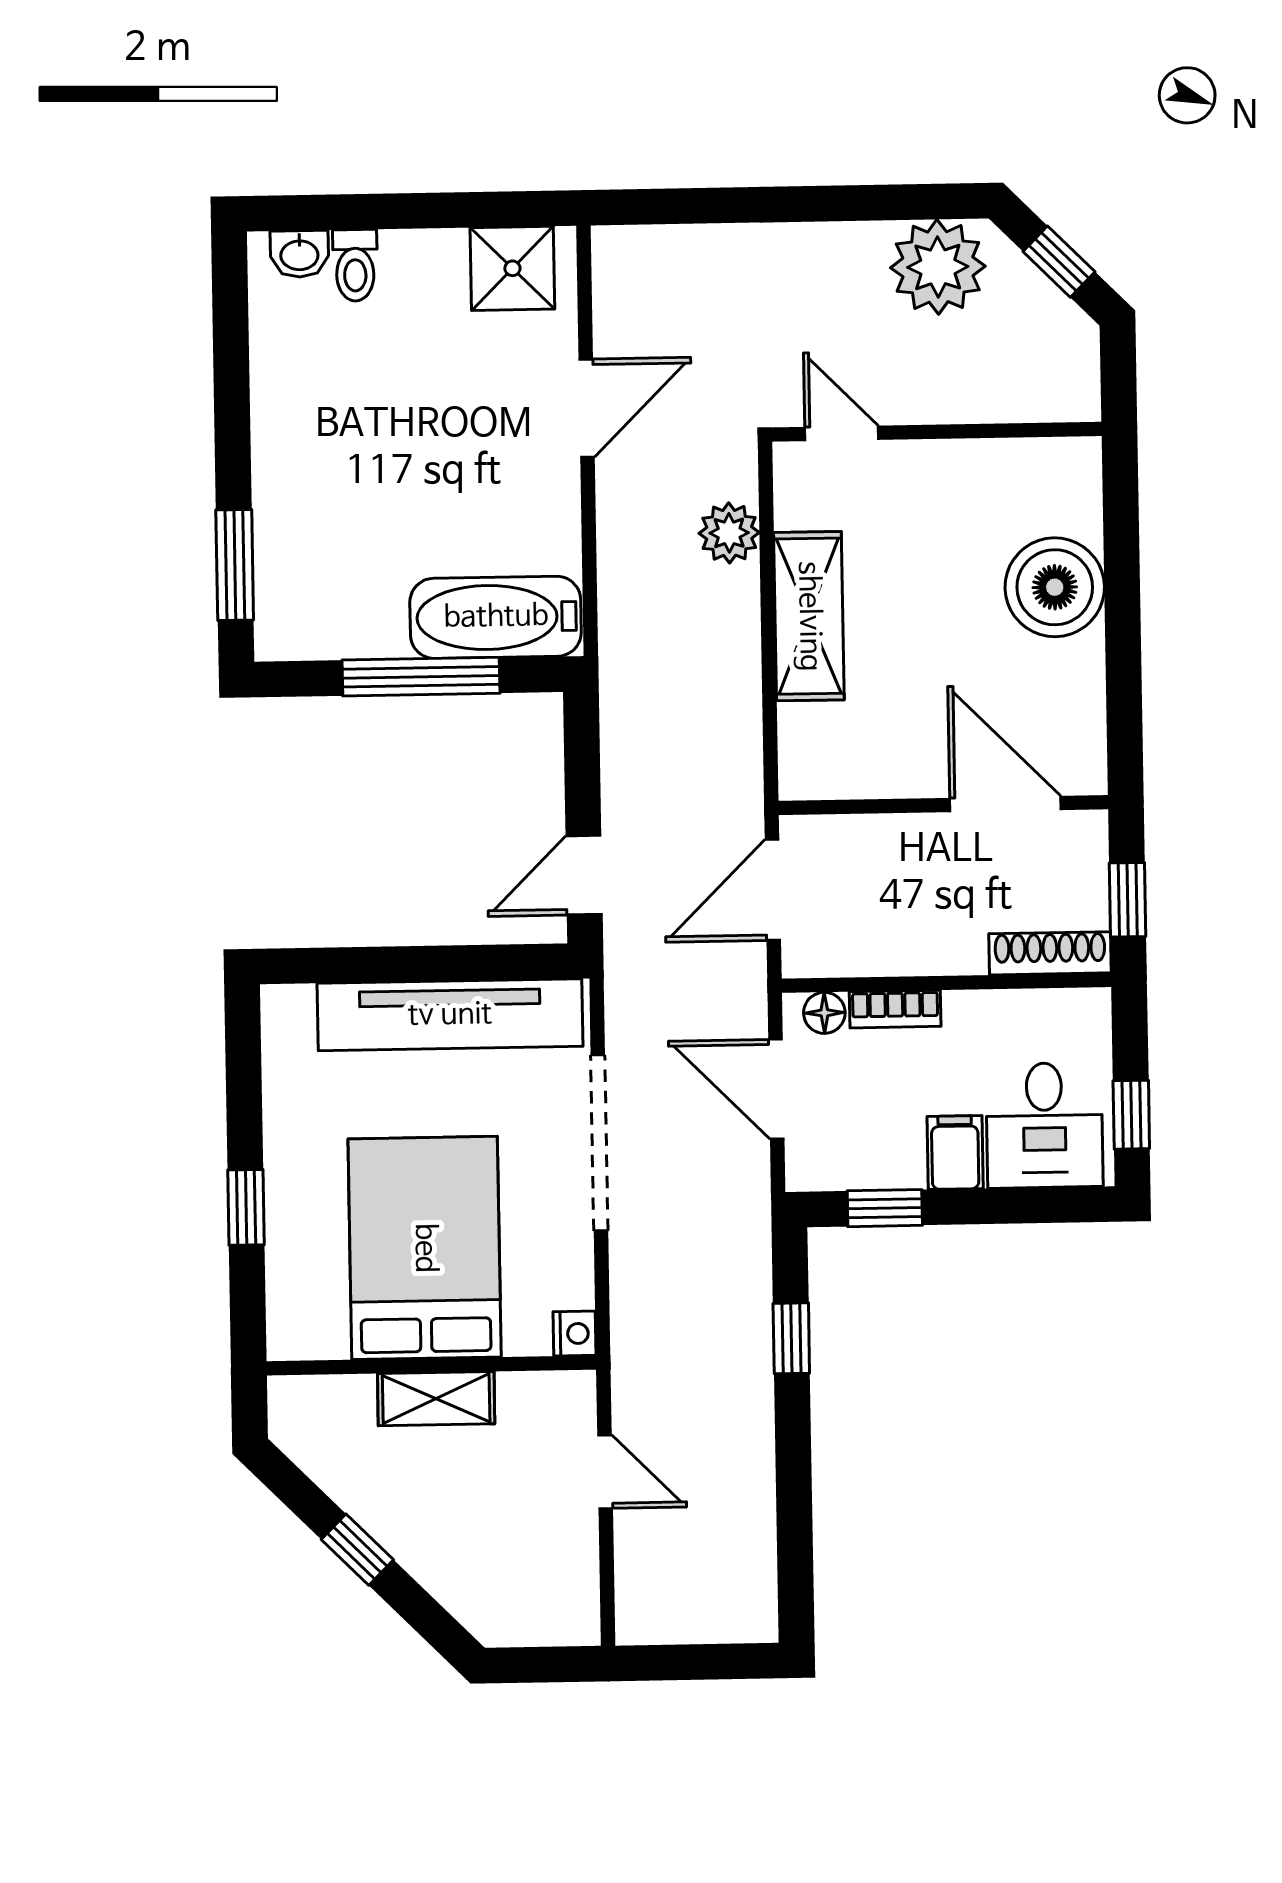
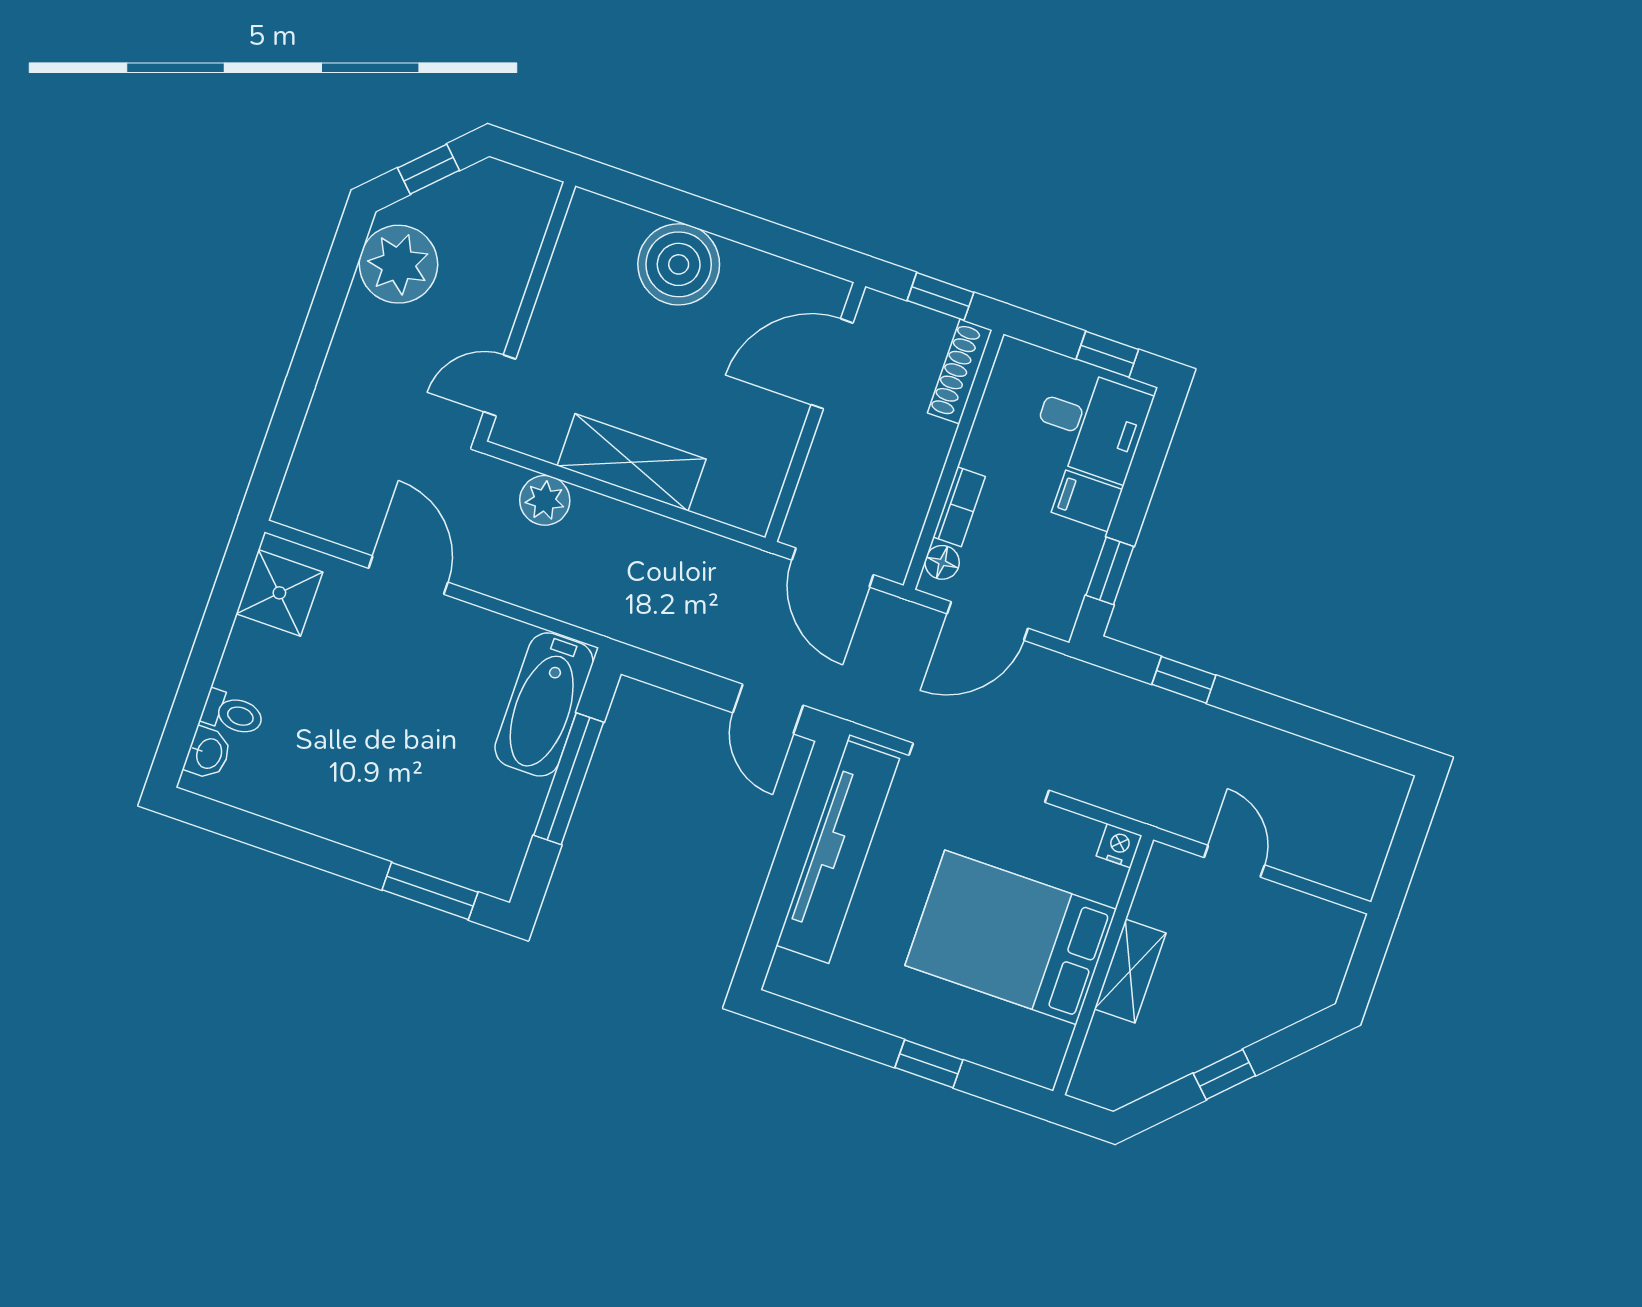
door: (605, 1472) -> (1234, 861), hinge flipped

